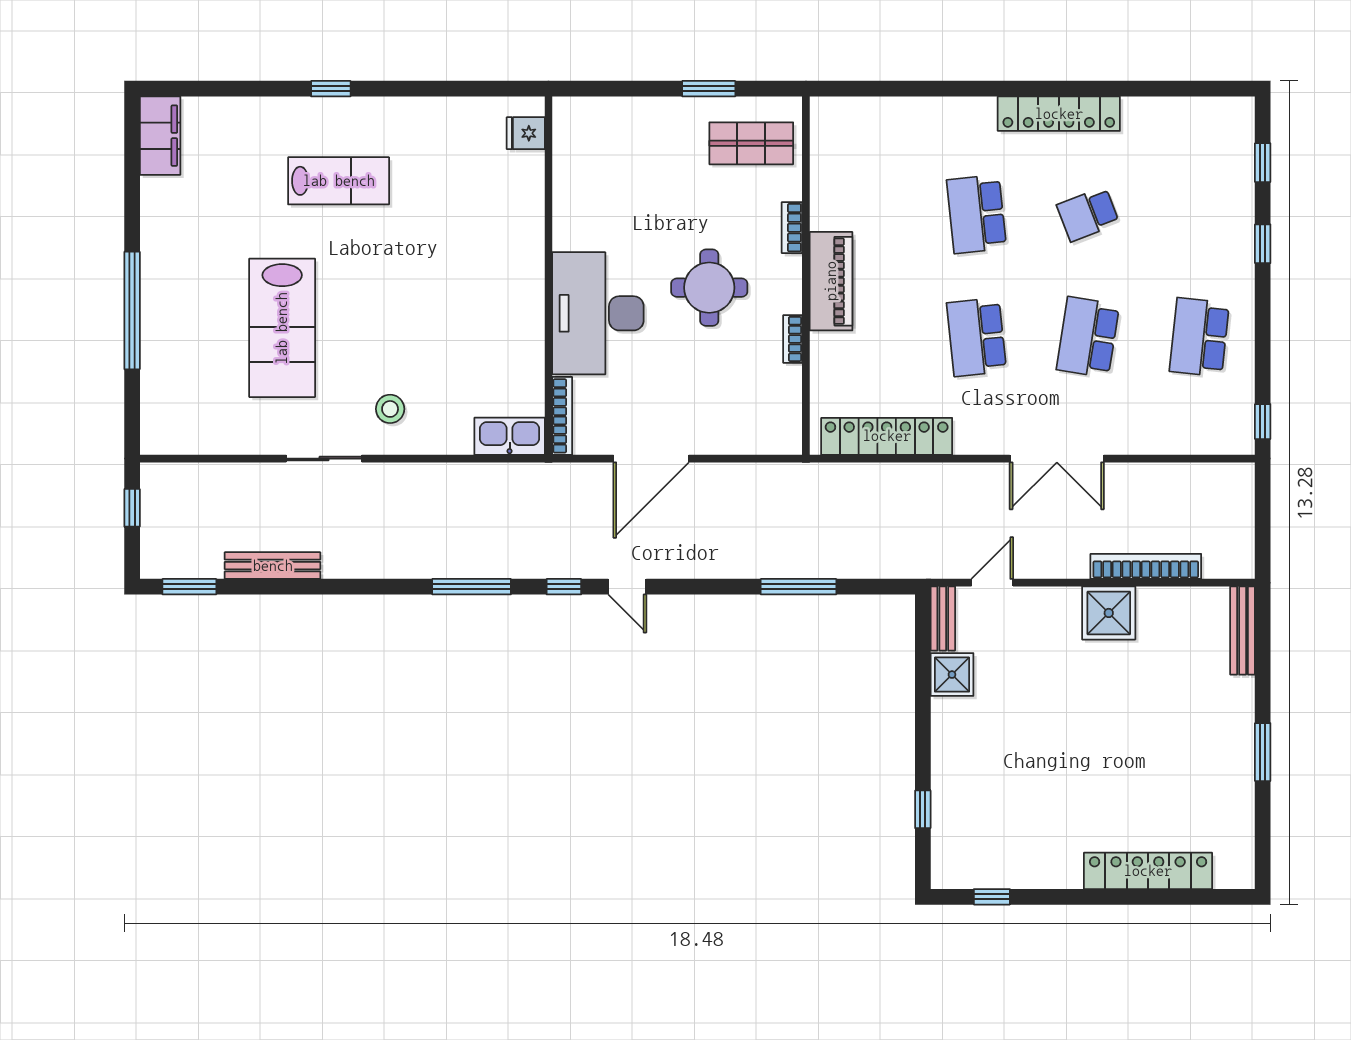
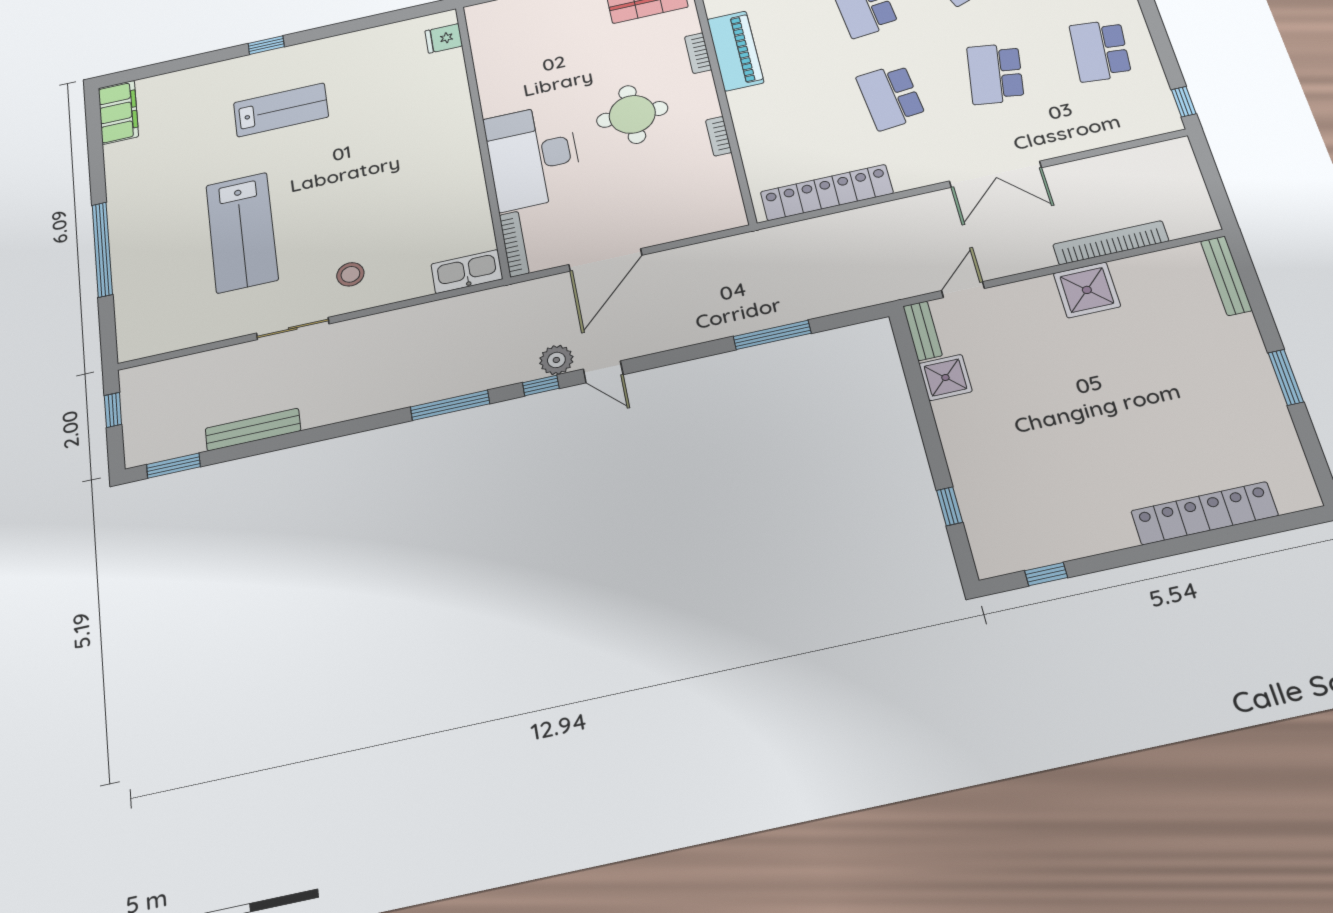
piano: (831, 281) -> (735, 51), moved
plant: (584, 562) -> (556, 360), added

